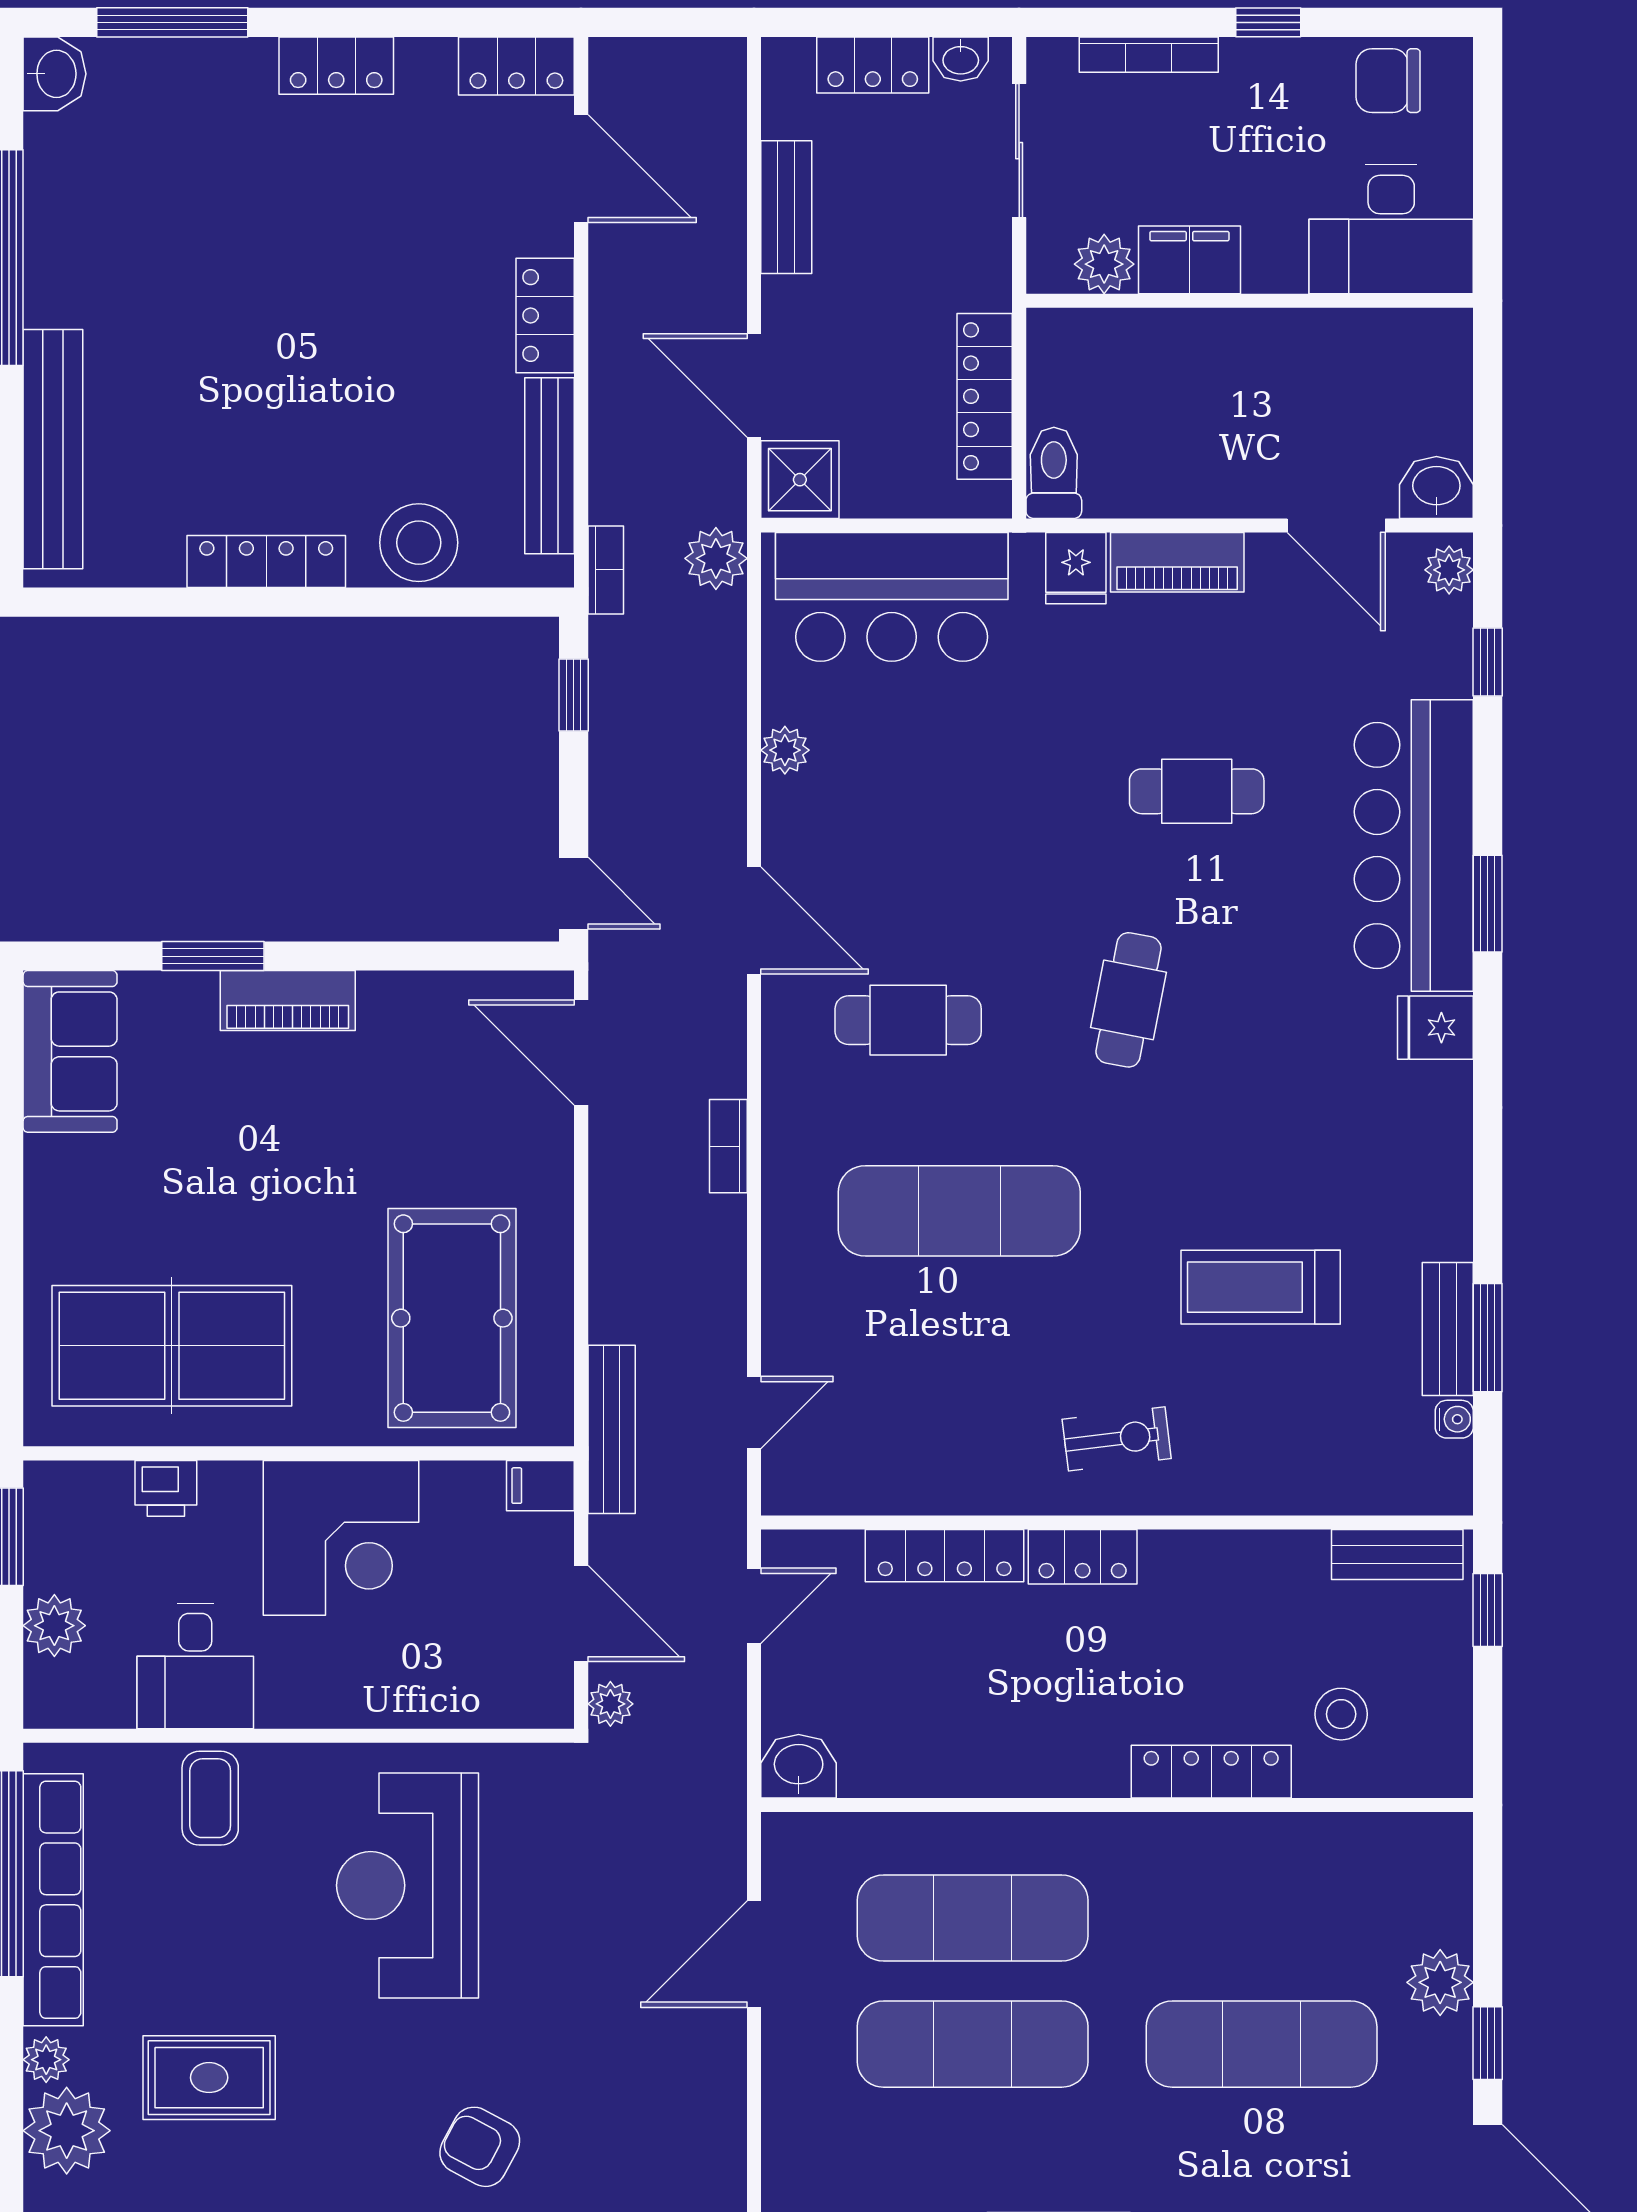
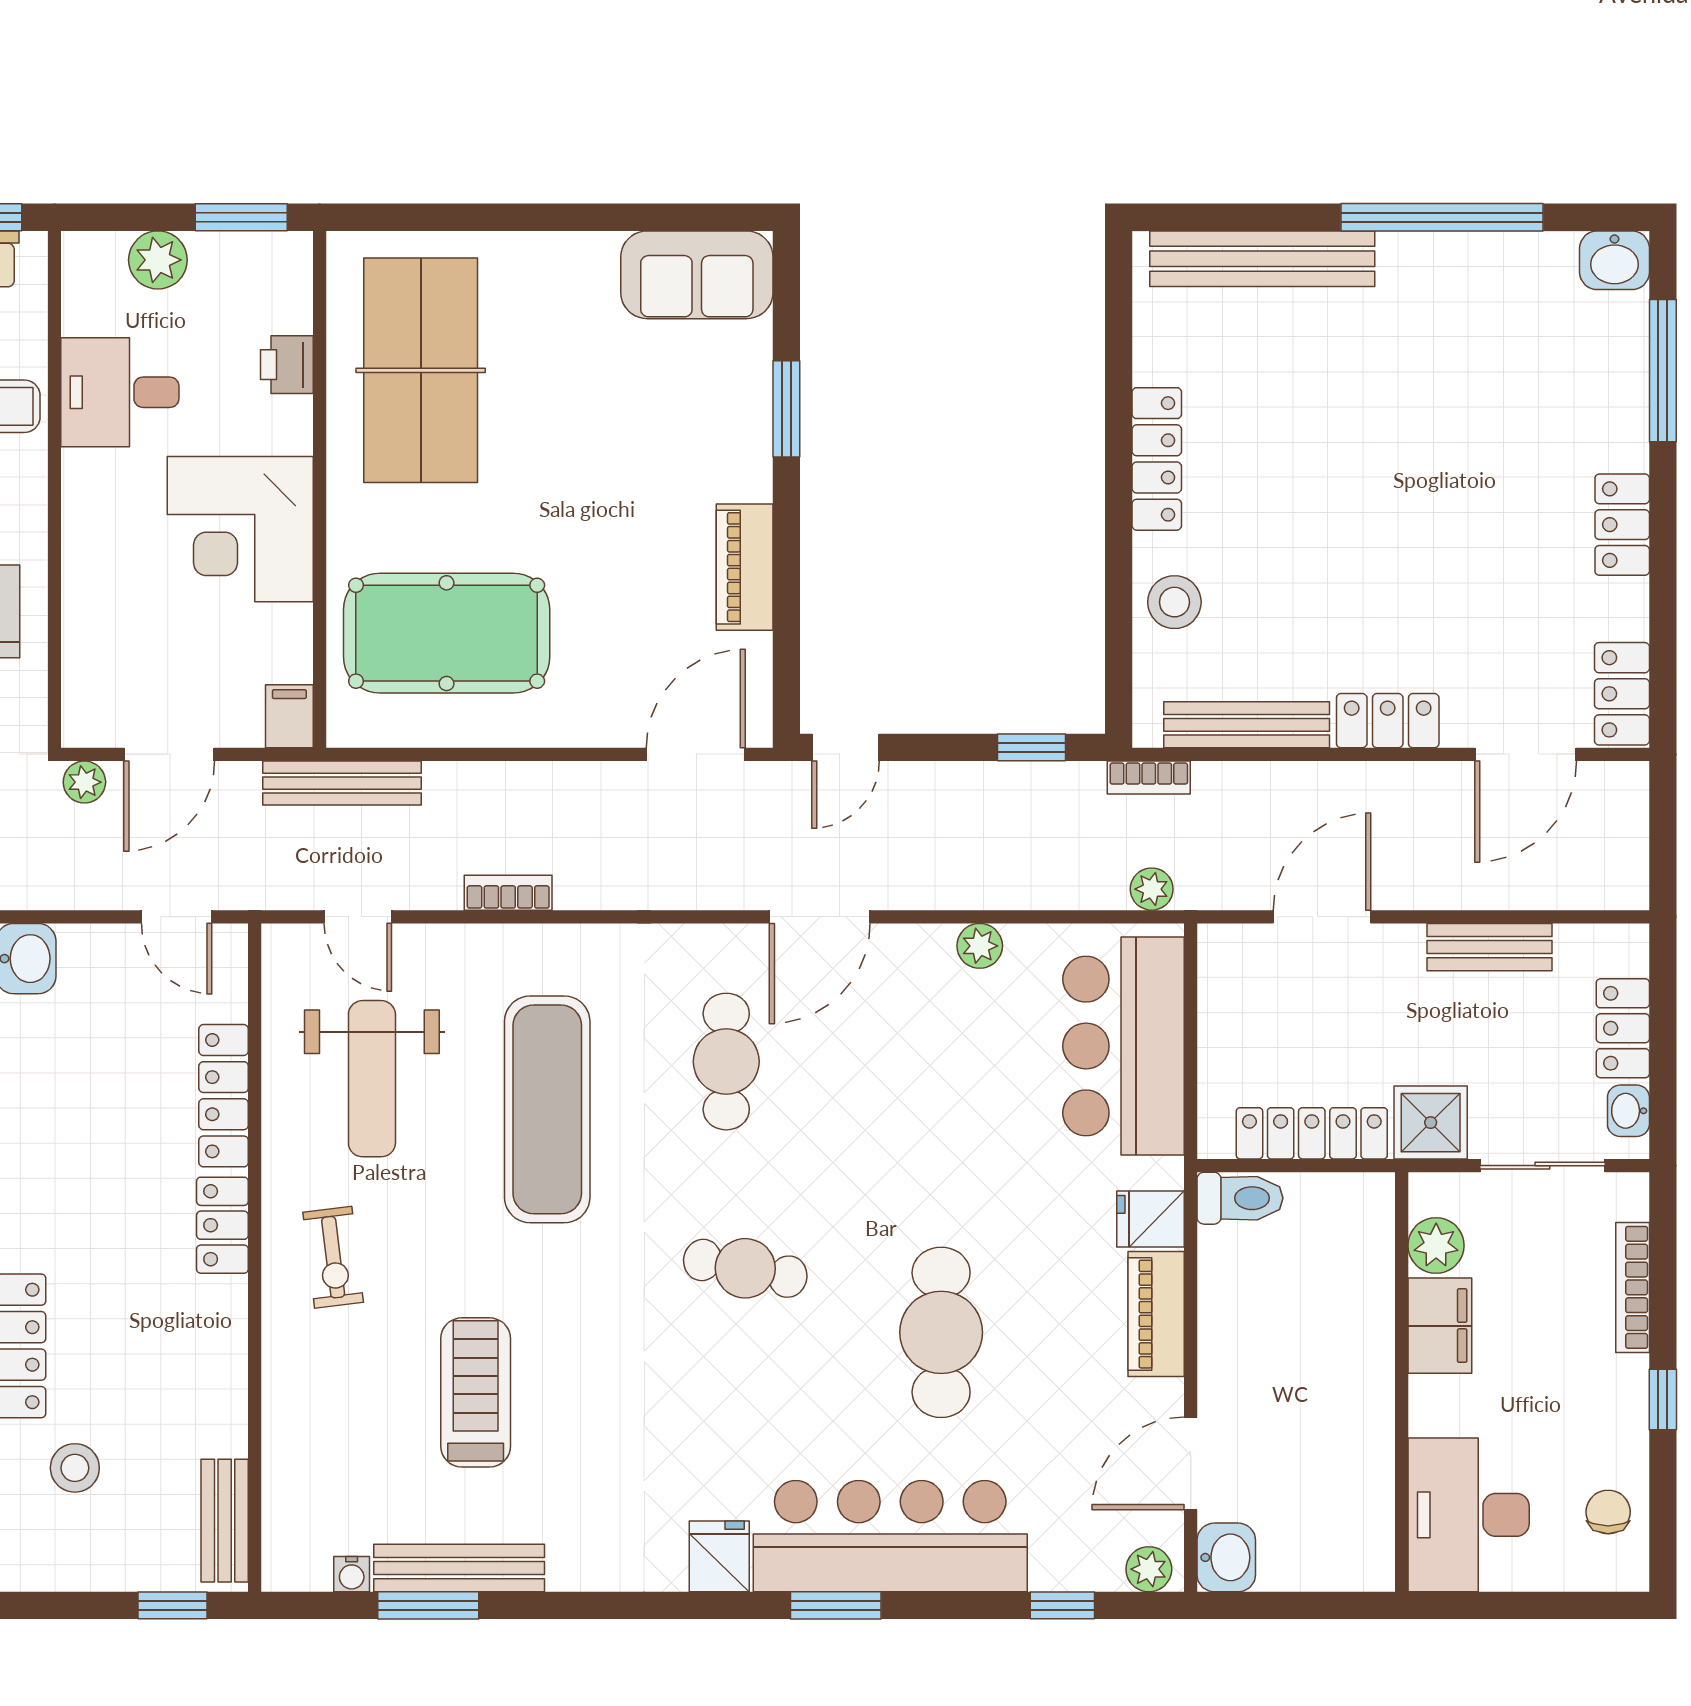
chair: (1388, 81) -> (1608, 1512), width x0.73, depth x0.73
shower: (800, 480) -> (1431, 1123), moved
stool: (419, 543) -> (1174, 602), width x0.73, depth x0.73
plant: (716, 558) -> (1152, 889), width x0.73, depth x0.73
cafe table: (1197, 791) -> (941, 1332), width x1.37, depth x1.35
piano: (288, 1001) -> (745, 567), moved
bookcase: (728, 1146) -> (508, 893), moved
bench: (1448, 1329) -> (459, 1568), width x1.36
weight bench: (926, 1398) -> (372, 1079), added

